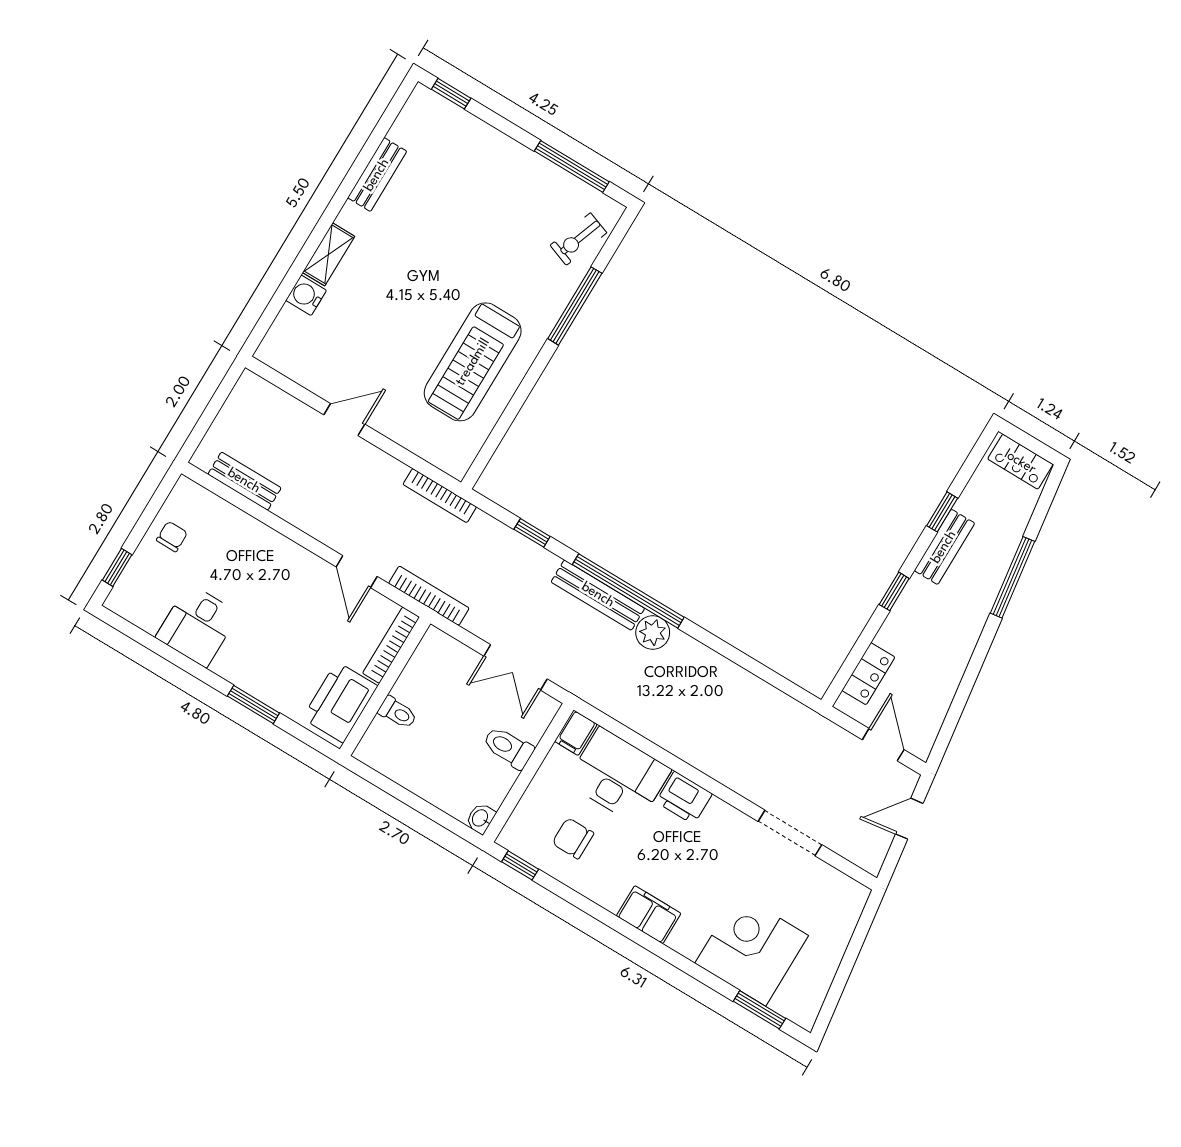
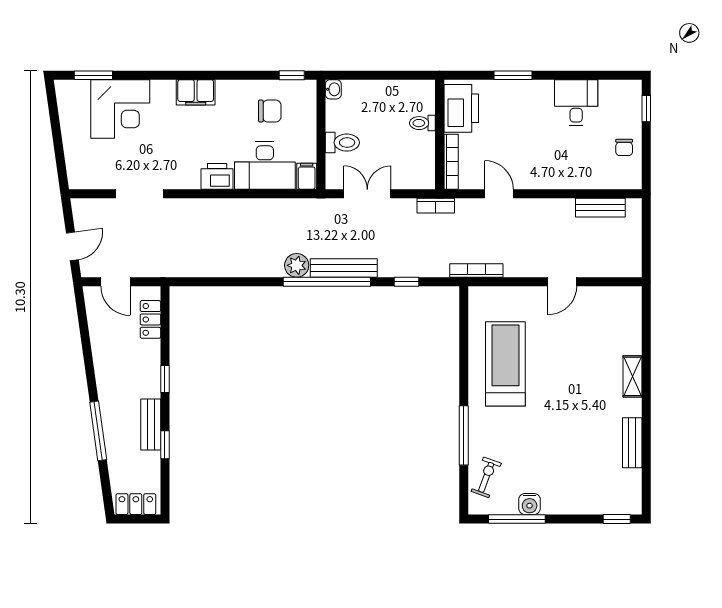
water cooler: (306, 295) -> (530, 504), moved, turned 90
bookcase: (429, 596) -> (436, 206), width x0.64

